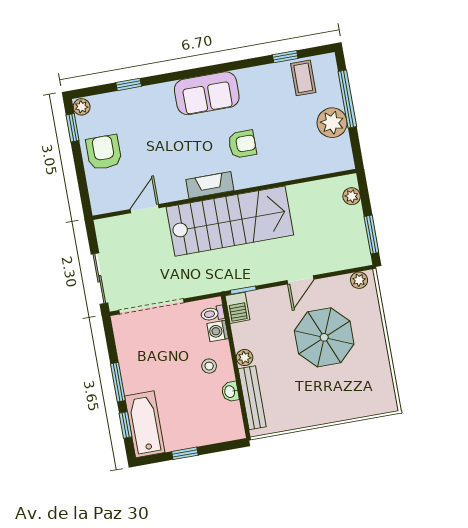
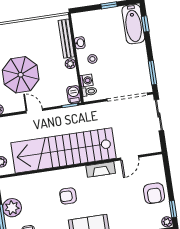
fireplace: (210, 185) -> (101, 169), moved
stairs: (230, 221) -> (64, 150), width x1.36
door: (300, 280) -> (34, 111), hinge flipped
window: (118, 382) -> (153, 73), moved

